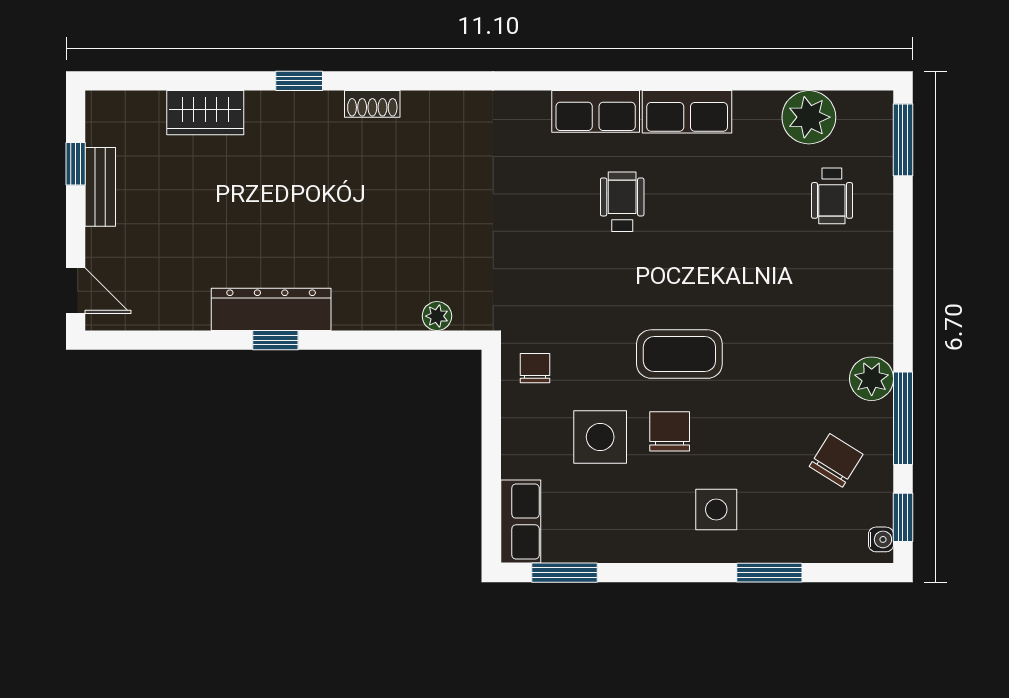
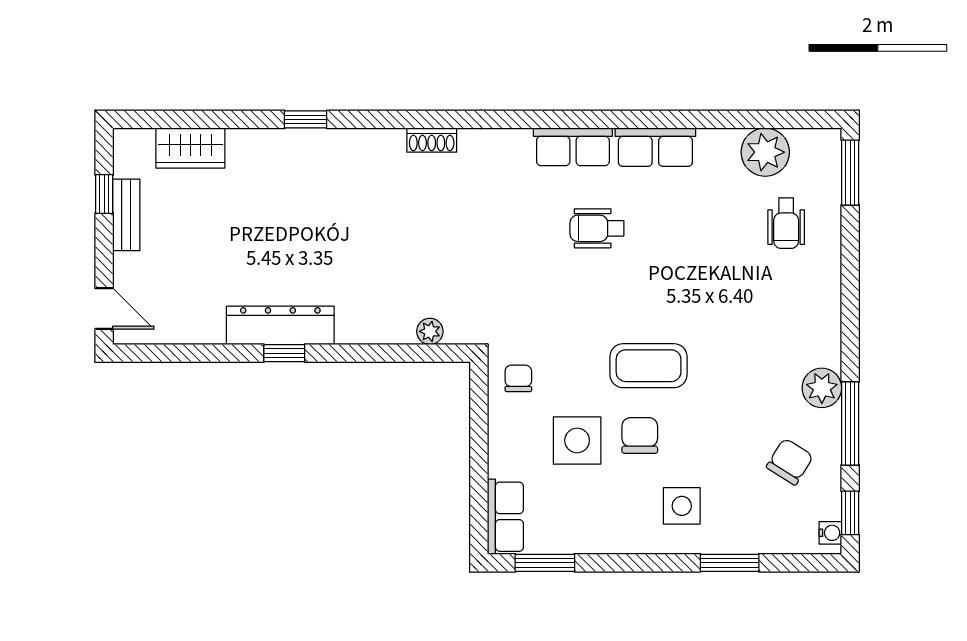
shoe rack: (372, 104) -> (432, 140), moved
wardrobe: (205, 113) -> (190, 148), moved
wheelchair: (622, 202) -> (597, 228), turned -90

